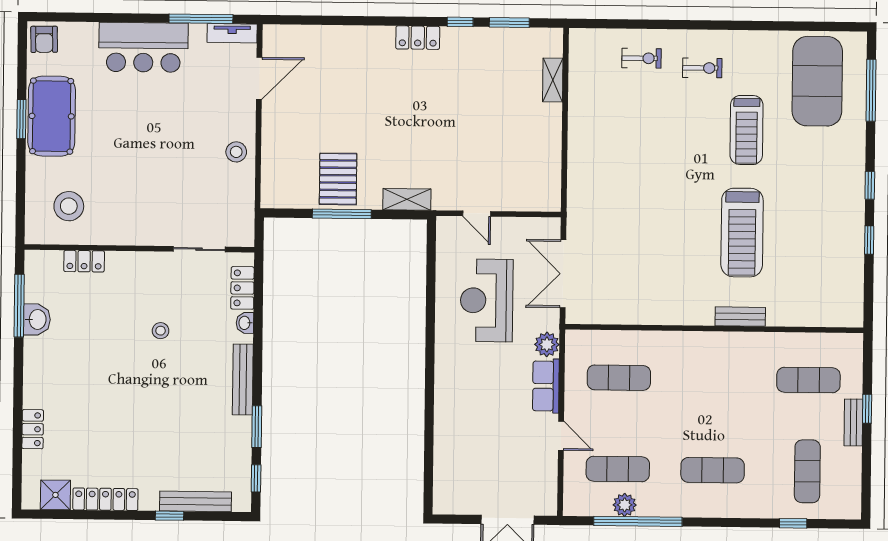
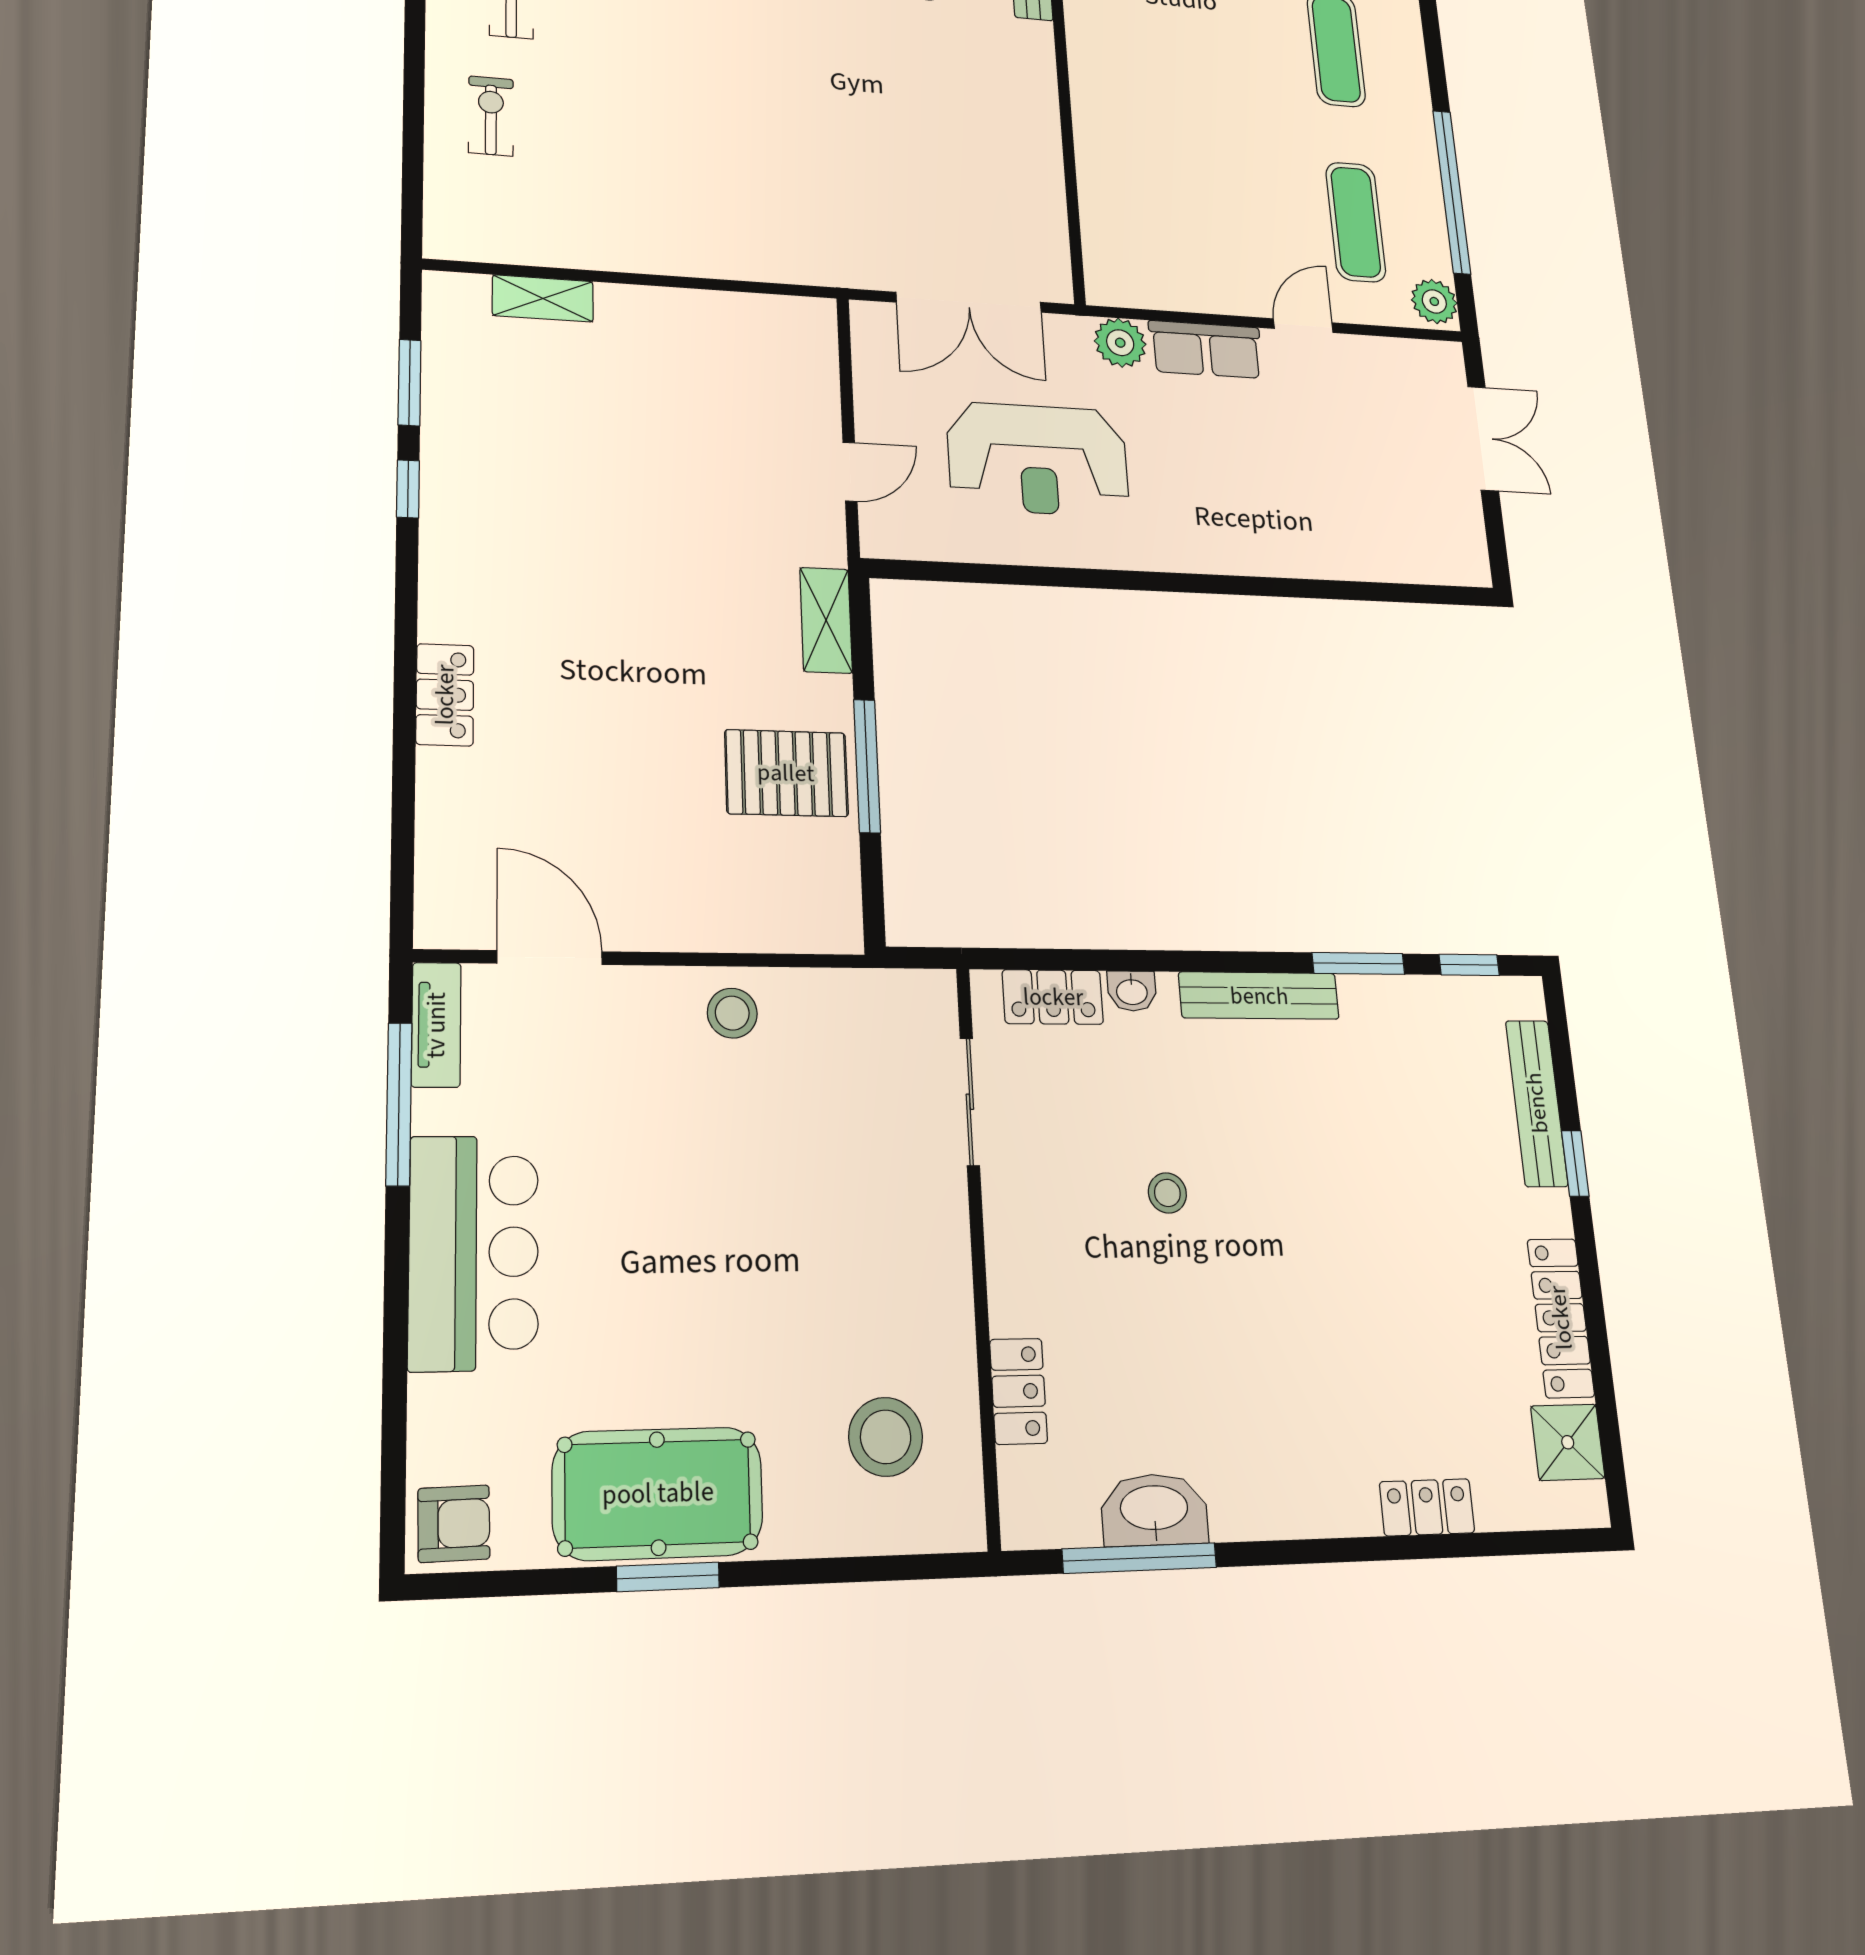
locker: (418, 38) -> (445, 695), moved
washbasin: (37, 319) -> (1154, 1510), width x1.38
exercise mat: (619, 378) -> (1175, 208), removed
plant: (625, 505) -> (1434, 301), moved

